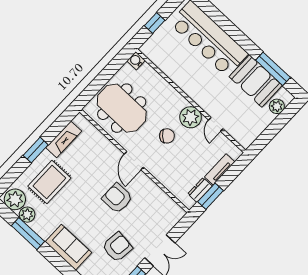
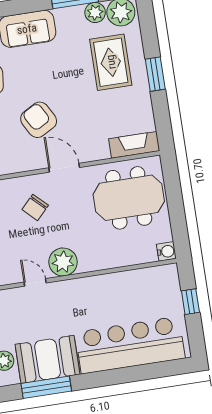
chair: (167, 136) -> (35, 207), moved
fireplace: (64, 139) -> (134, 145), moved, turned 90
armchair: (117, 198) -> (39, 120), turned -119

